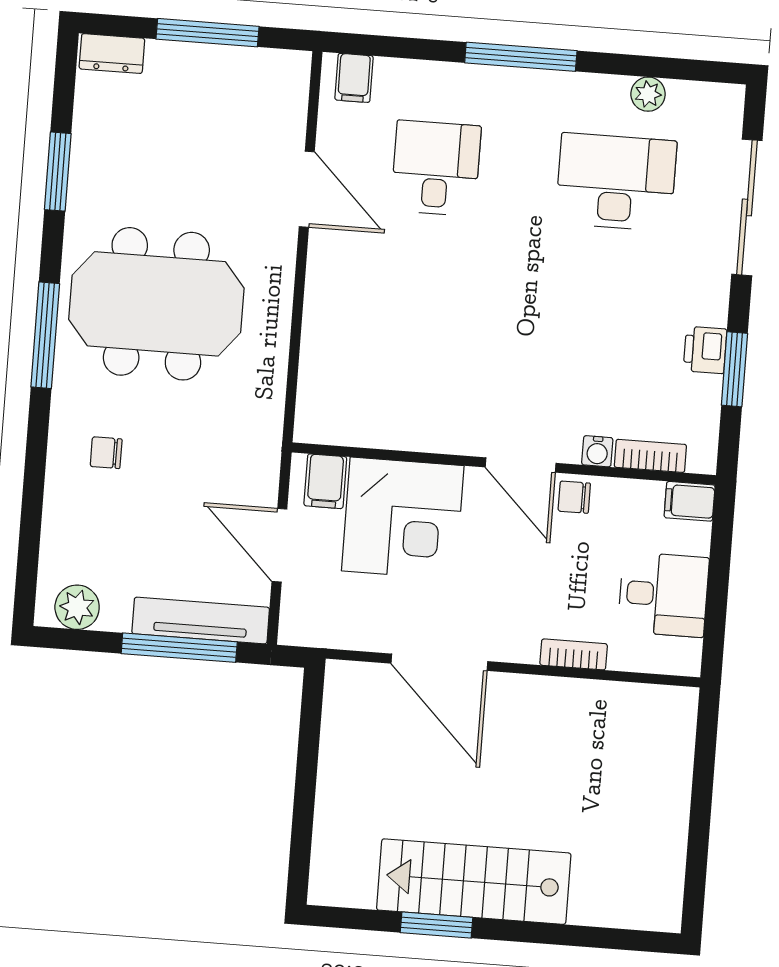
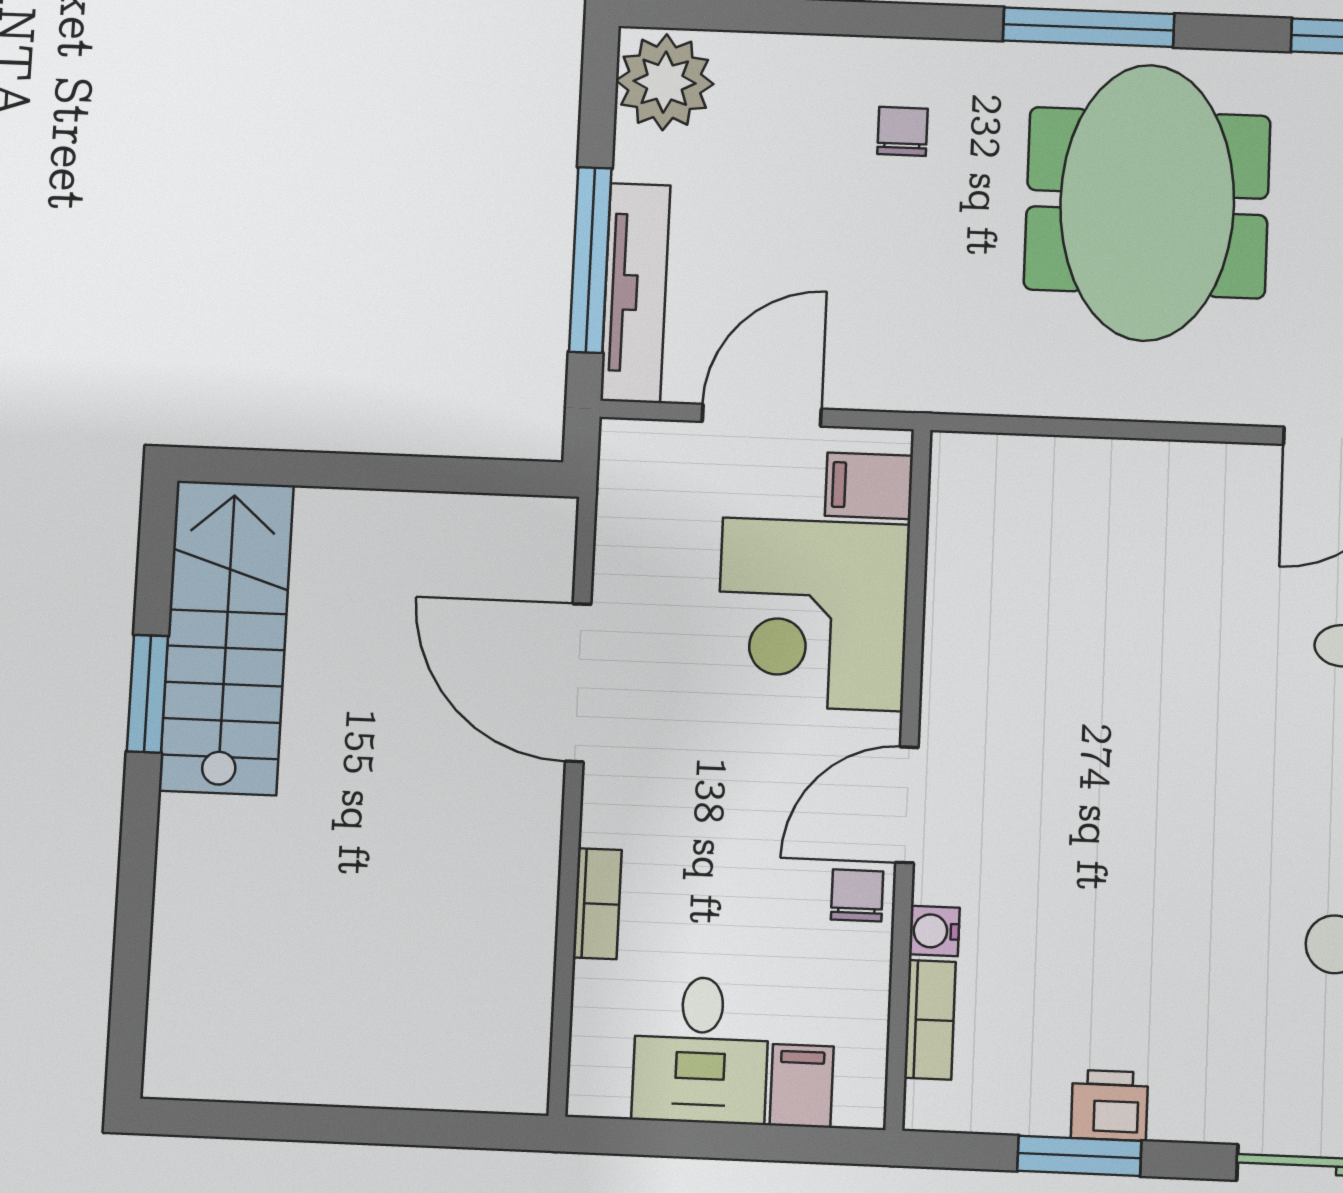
filing cabinet: (690, 501) -> (802, 1086), moved
plant: (77, 607) -> (665, 82), width x1.36, depth x1.36
door: (439, 662) -> (578, 683), hinge flipped
stairs: (474, 882) -> (226, 637), moved

